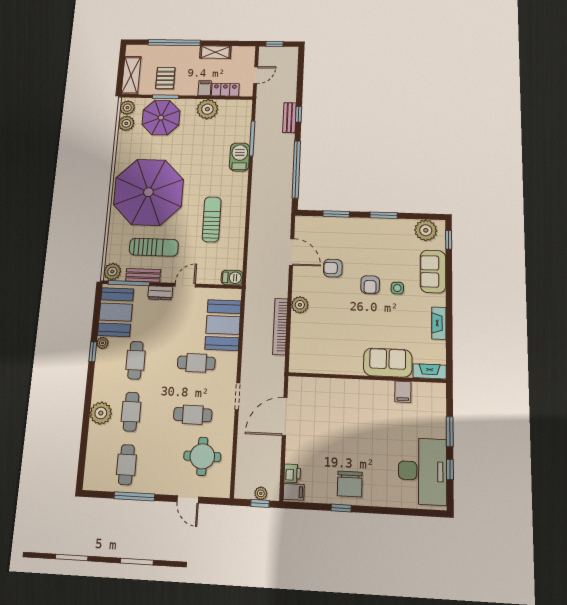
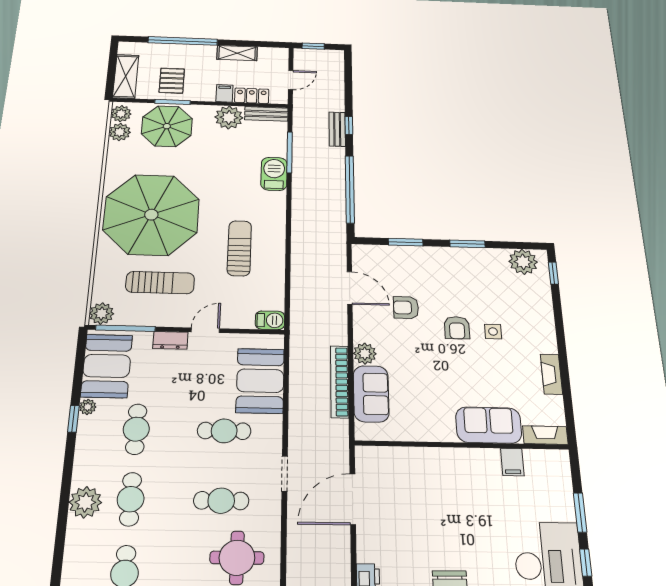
sofa: (433, 271) -> (371, 394), moved, turned 180
bench: (143, 275) -> (266, 114), moved

